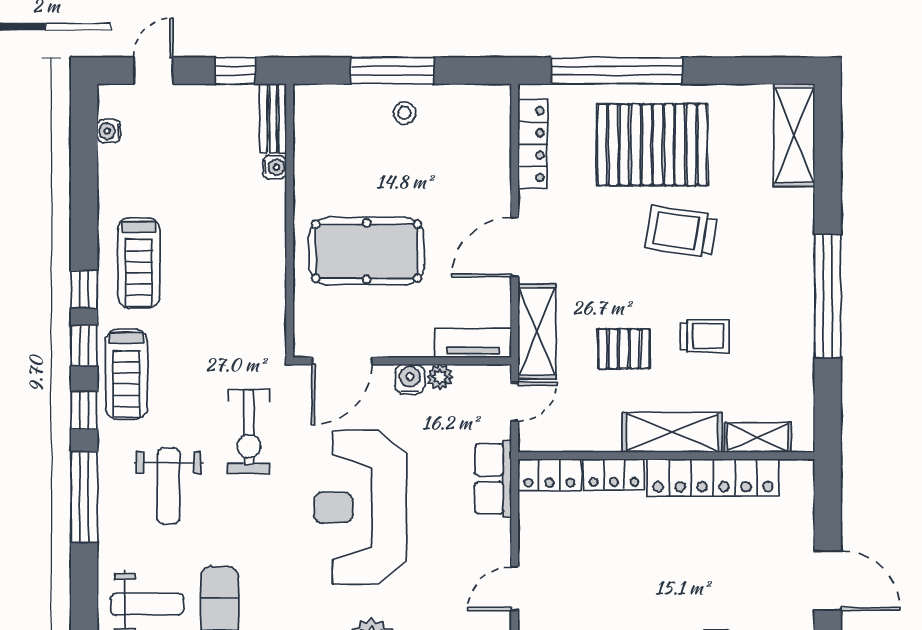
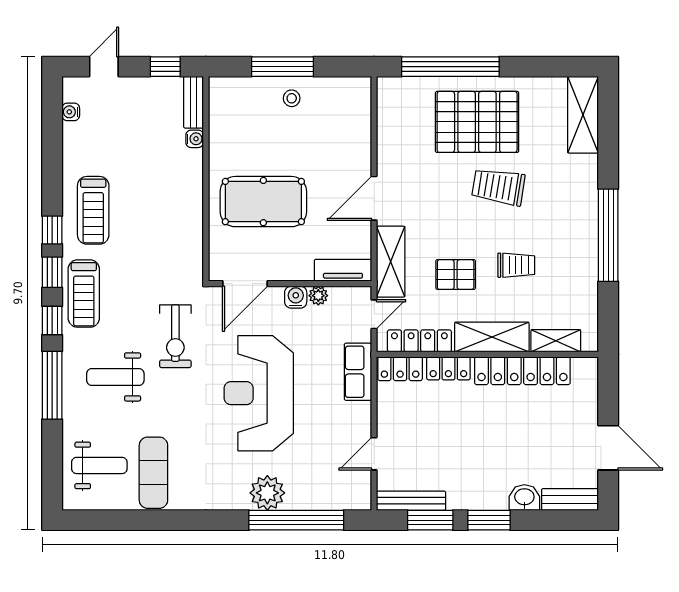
locker: (533, 144) -> (419, 341), moved, turned -90
weight bench: (169, 486) -> (115, 377), turned 90

